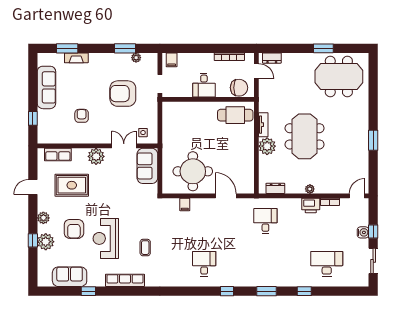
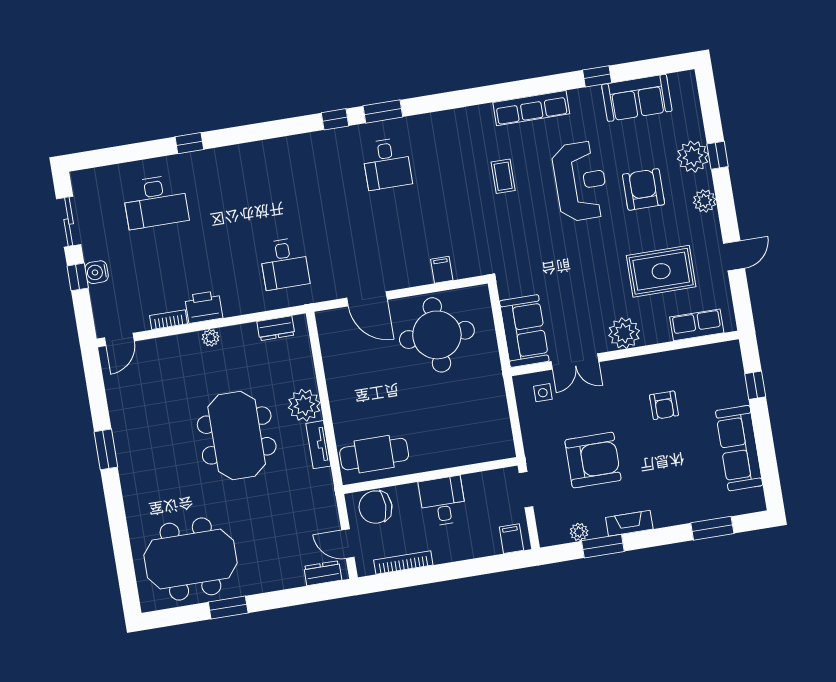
fireplace: (76, 58) -> (629, 523), moved
window: (266, 291) -> (383, 111), moved

